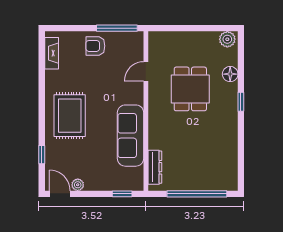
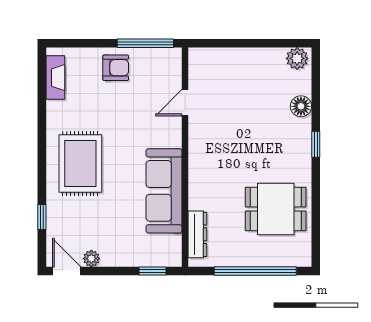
armchair: (95, 46) -> (116, 68), turned 180
dining table: (190, 89) -> (276, 209), moved, turned 90

